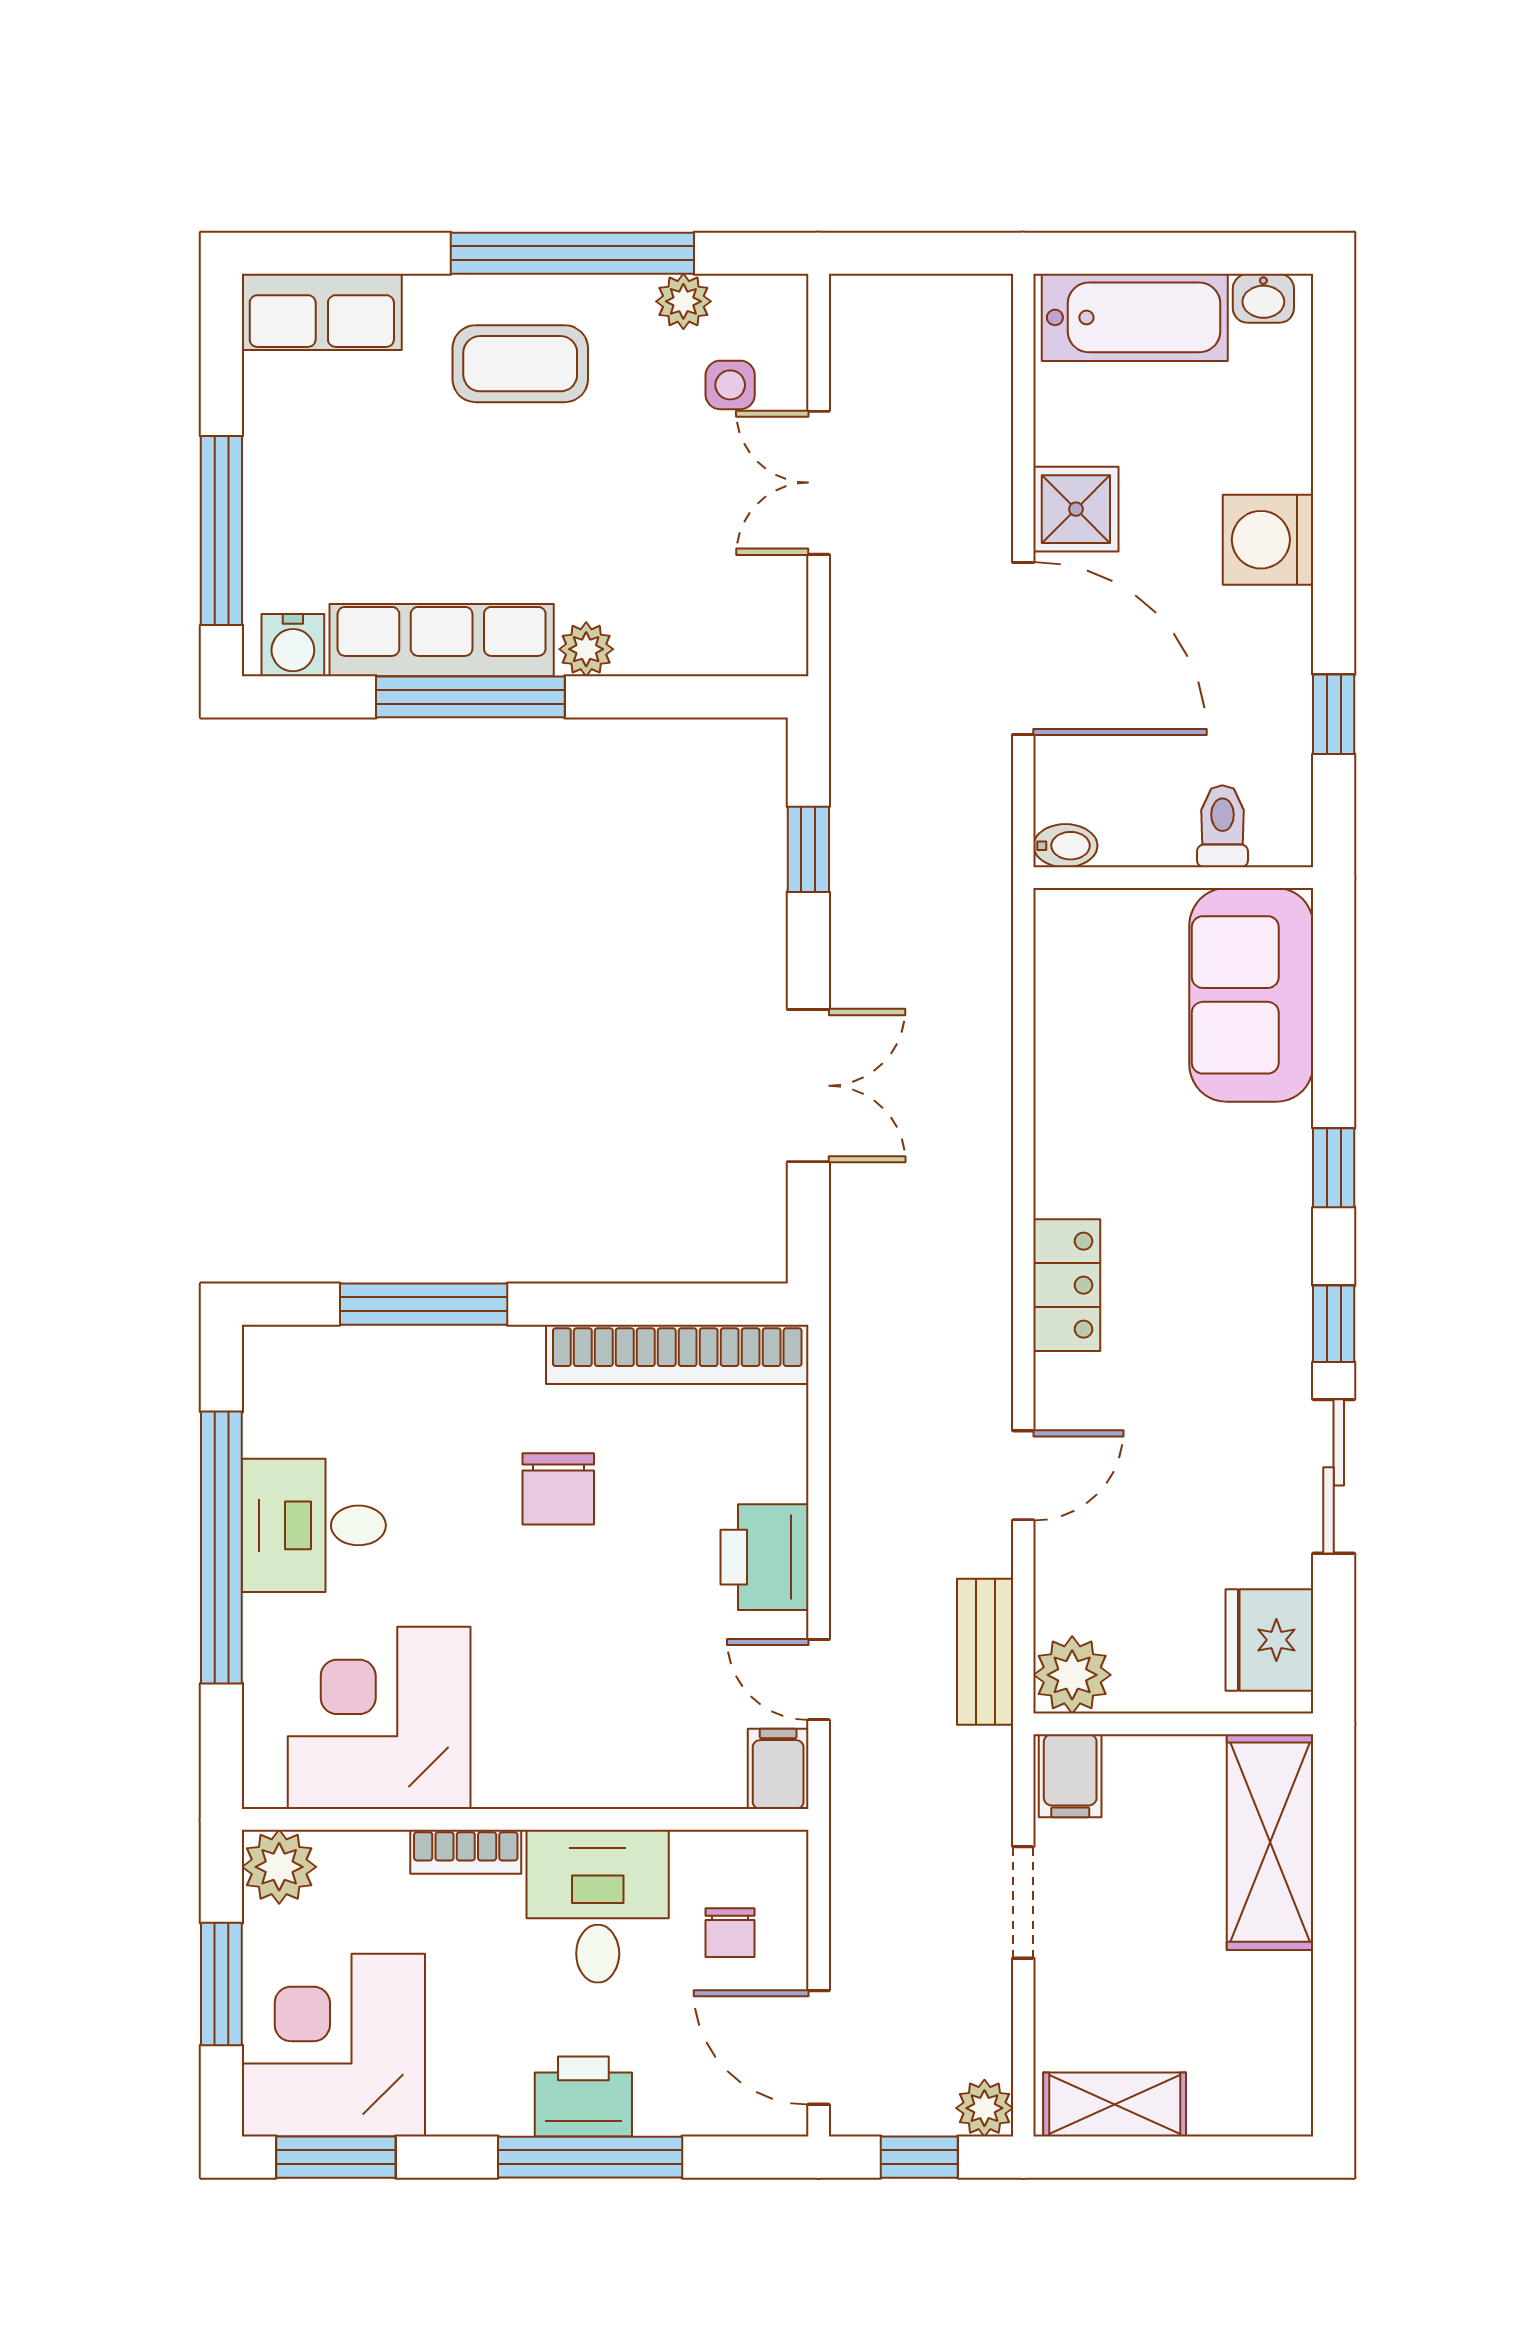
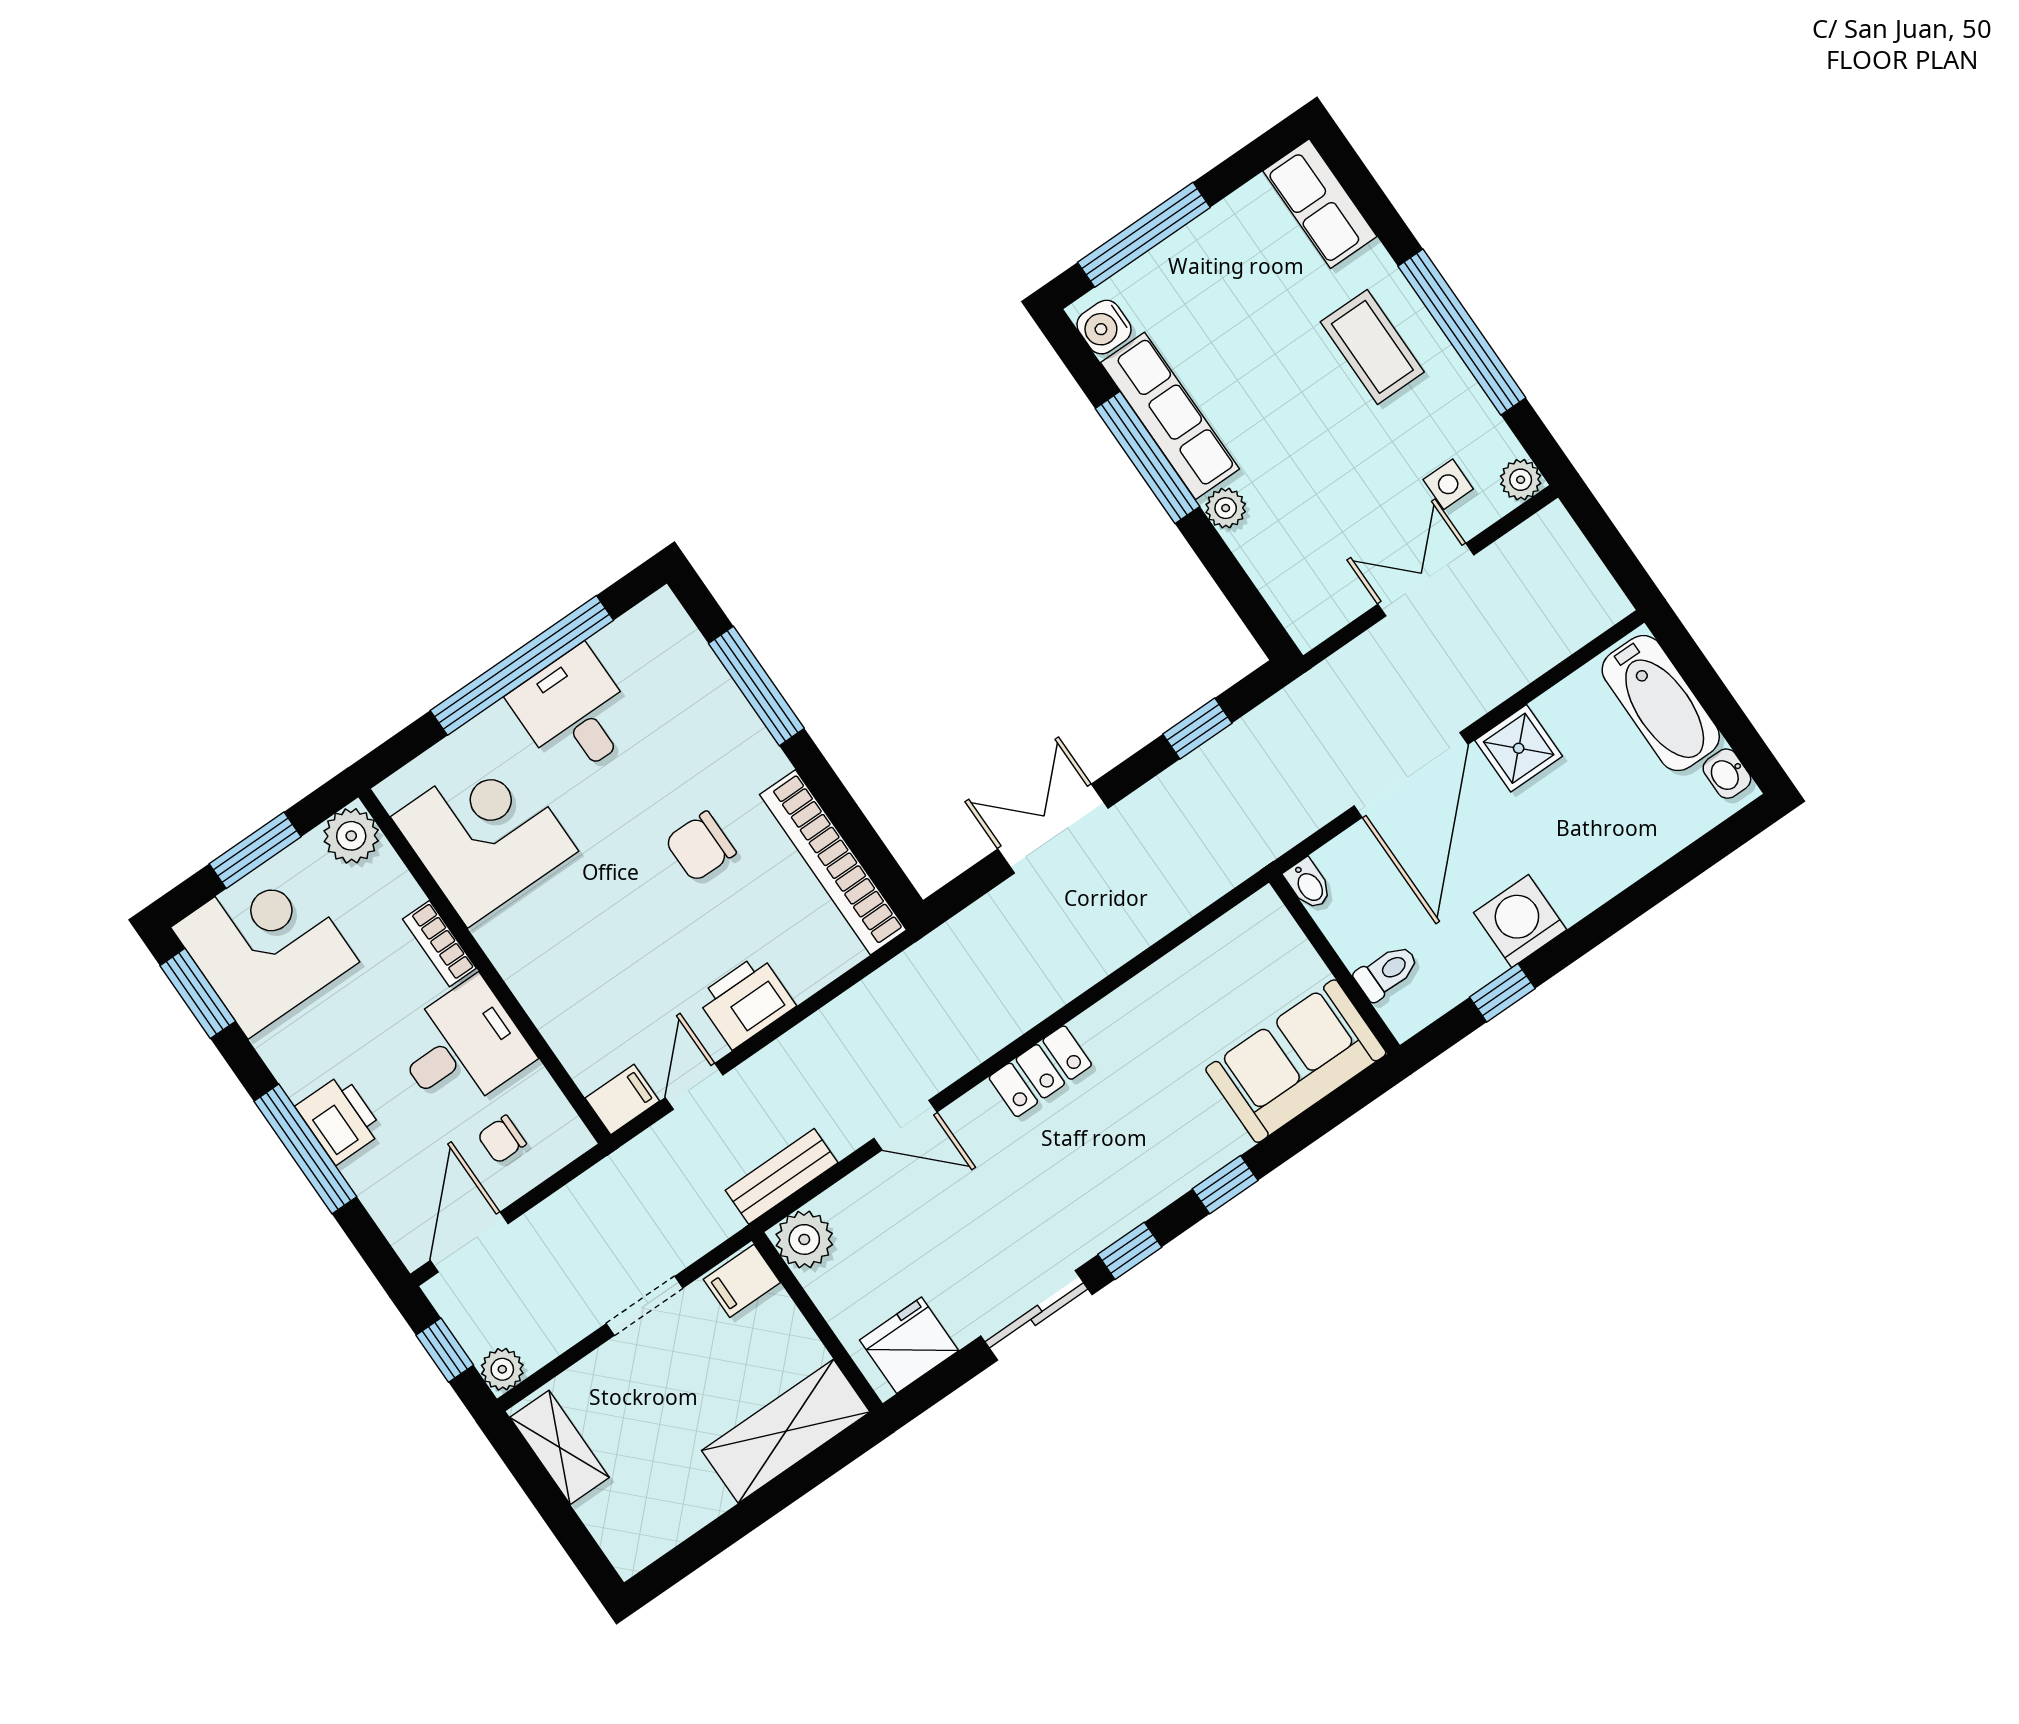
plant: (683, 301) -> (1521, 480), moved
washing machine: (1268, 540) -> (1520, 921), moved
double door: (808, 1086) -> (1053, 829), swing flipped

